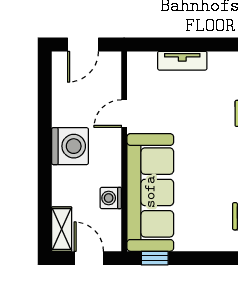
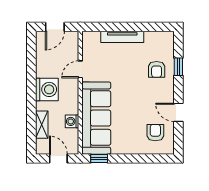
tv unit: (182, 61) -> (122, 37), width x1.41
shelving: (62, 229) -> (42, 125), moved

